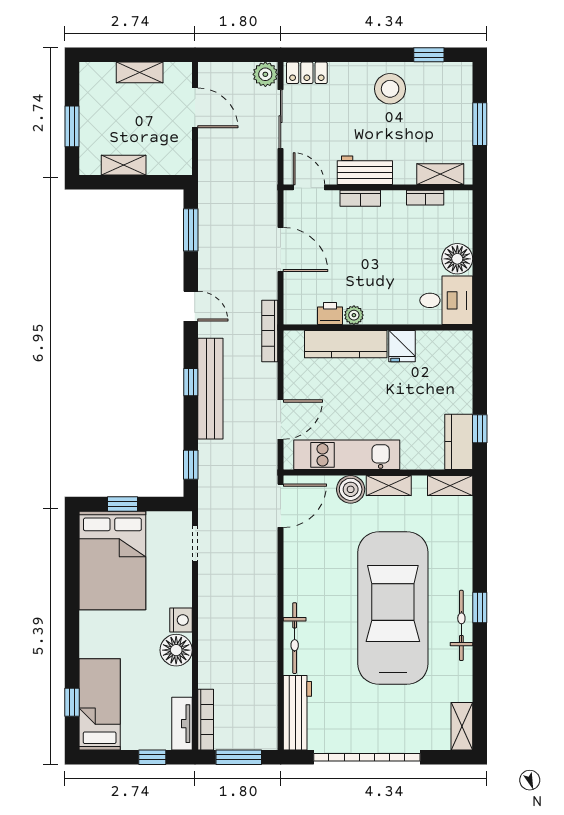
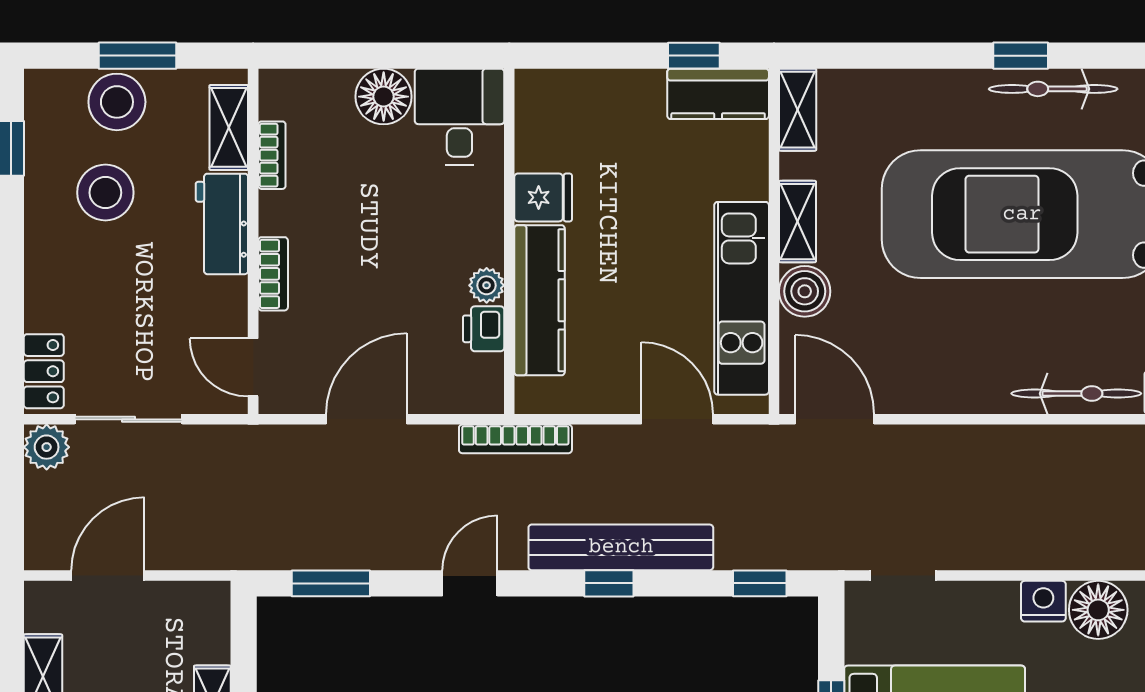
stool: (390, 89) -> (105, 193), moved
stool: (454, 113) -> (117, 102), added
workbench: (365, 170) -> (222, 224), moved
door: (309, 187) -> (253, 367), hinge flipped

